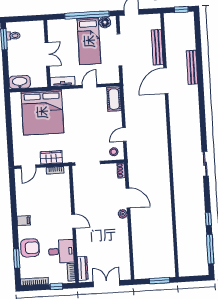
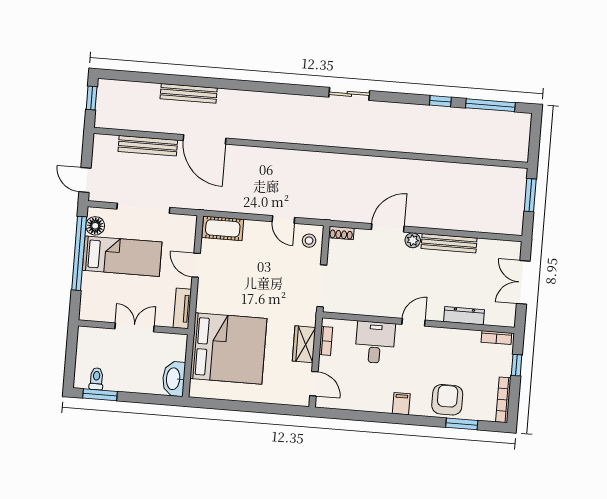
bench: (124, 236) -> (449, 243), added
desk: (61, 251) -> (375, 342), moved
dresser: (83, 268) -> (464, 316), moved

